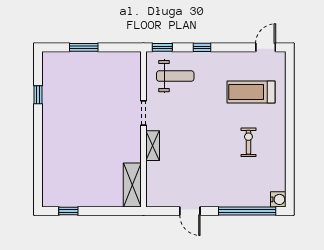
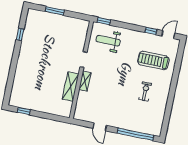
window: (202, 47) -> (151, 31), moved
weight bench: (175, 76) -> (108, 41), turned 180
shelving: (132, 185) -> (71, 87), moved
water cooler: (278, 199) -> (156, 131), removed

